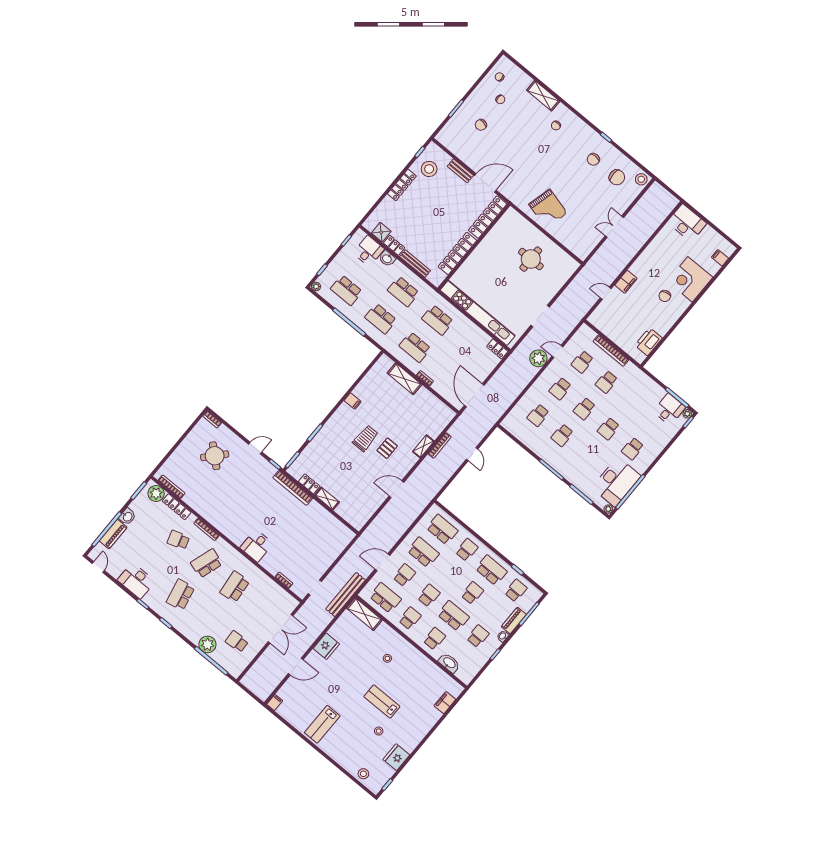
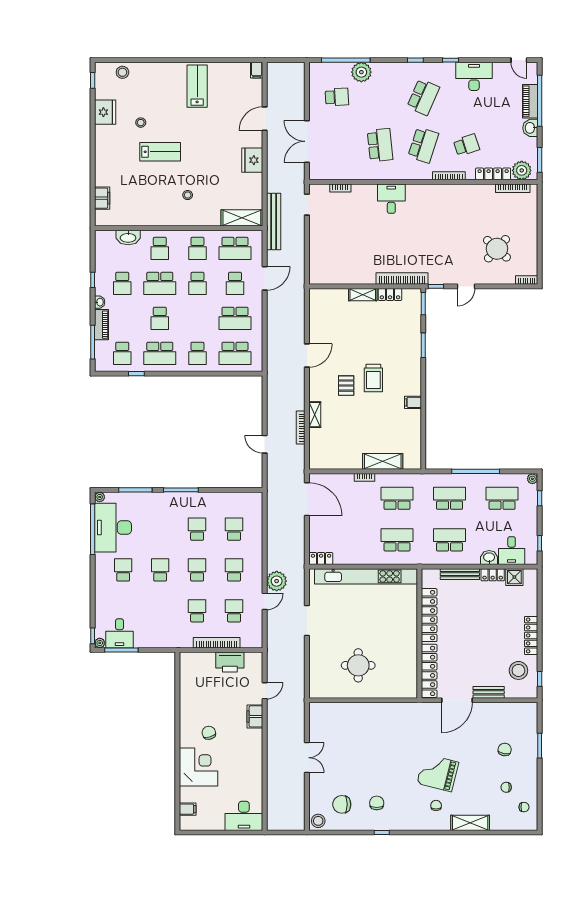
grand piano: (548, 209) -> (438, 773), moved
printer: (648, 342) -> (230, 662), moved, turned 90
school desk: (181, 595) -> (423, 97), turned 36

